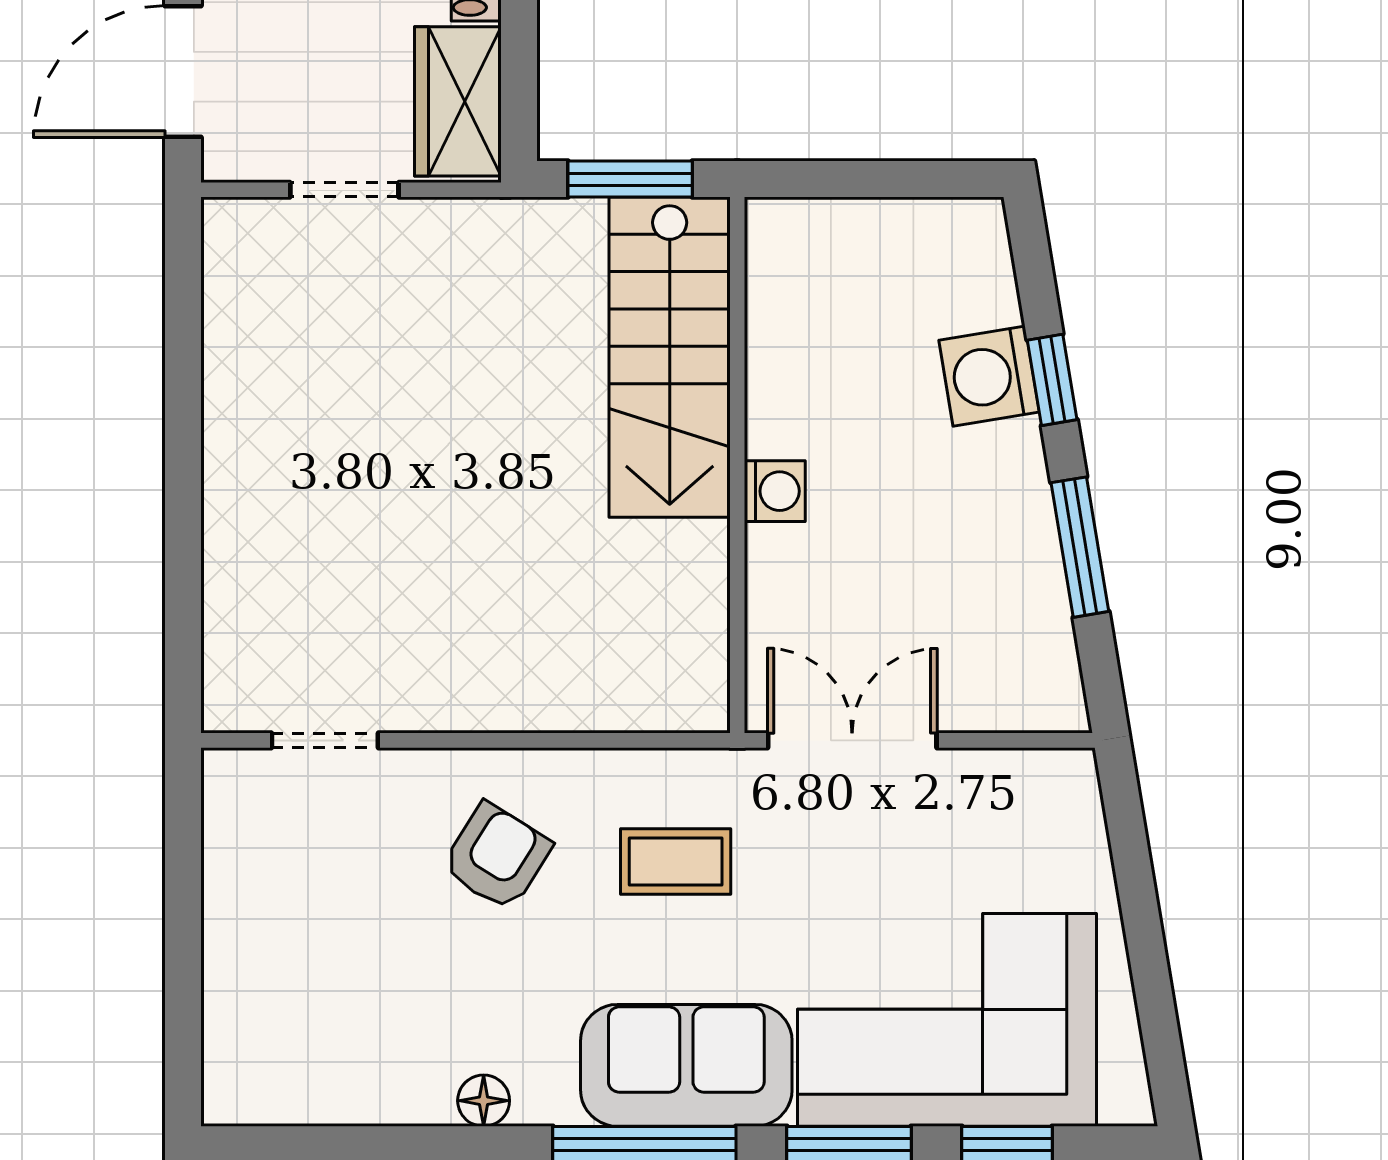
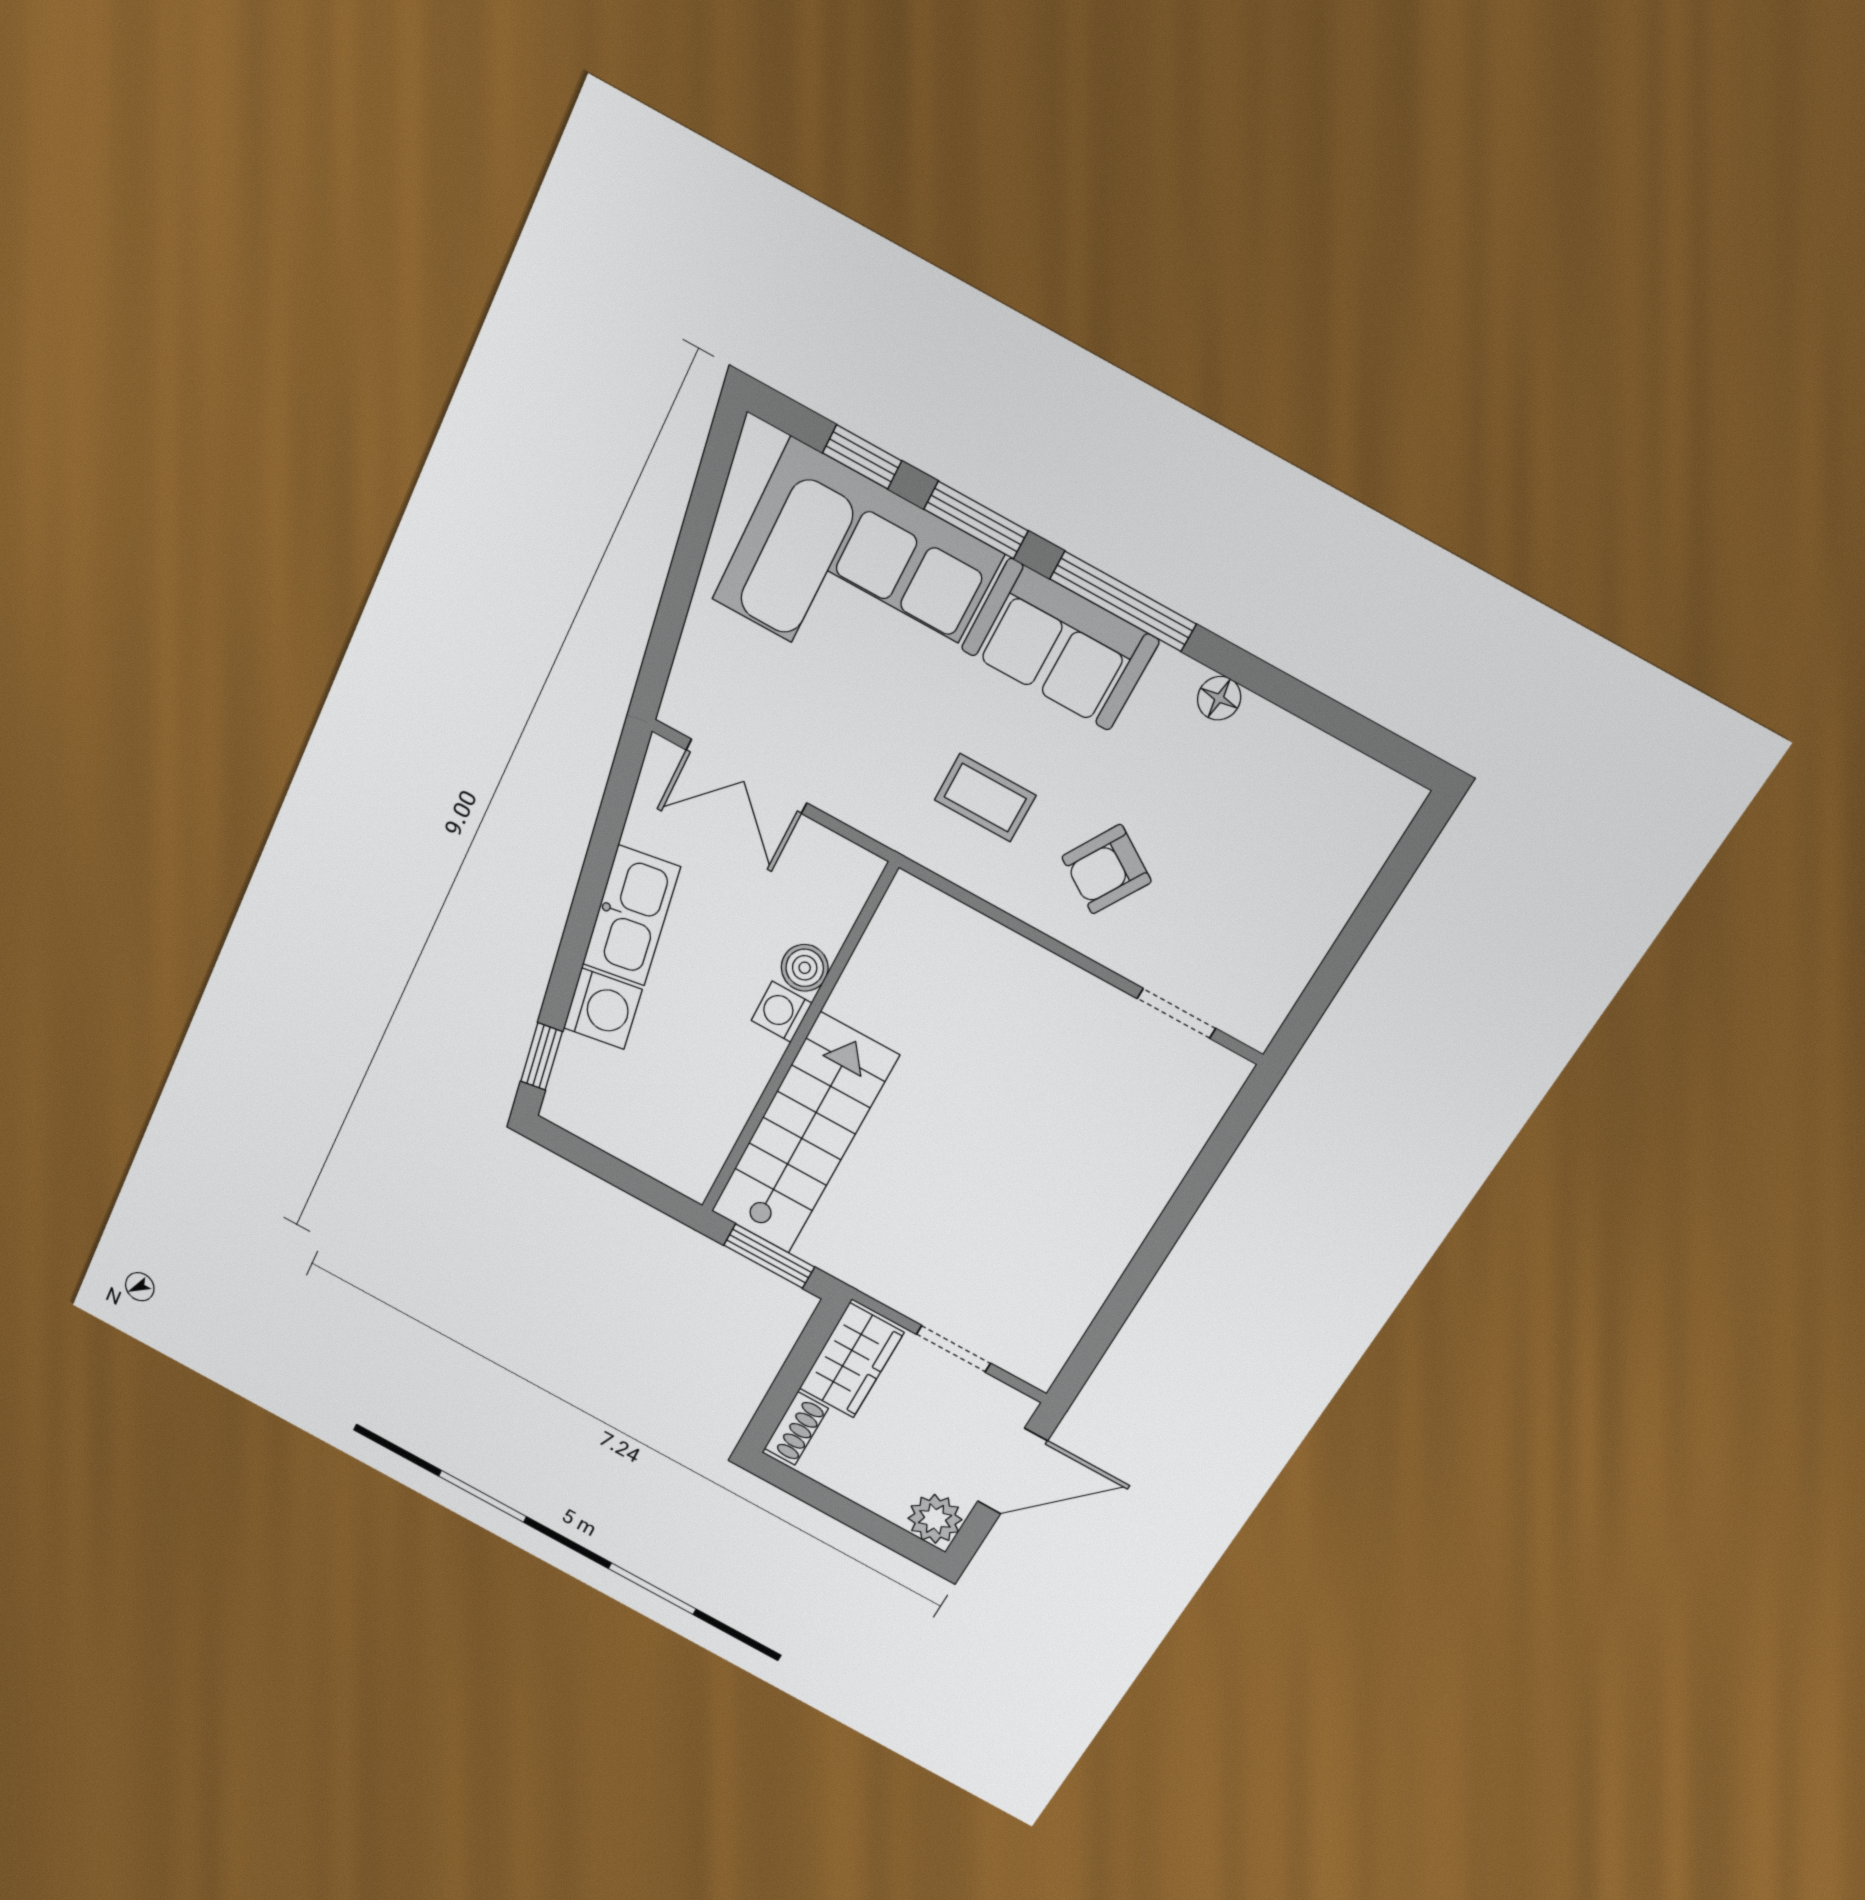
window: (1052, 380) -> (542, 1057), moved
kitchen sink: (1011, 507) -> (631, 916), added
window: (1080, 547) -> (598, 864), removed
boiler: (775, 558) -> (805, 968), added
double door: (852, 740) -> (746, 776), moved

